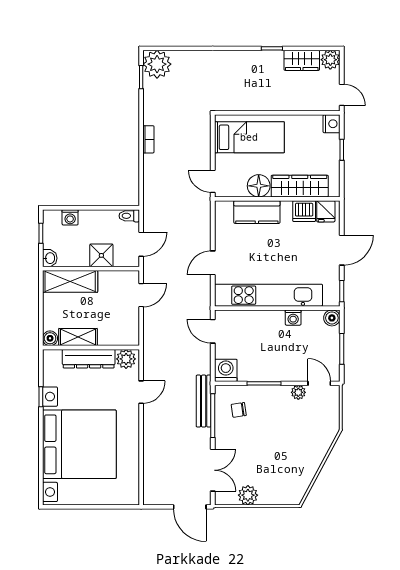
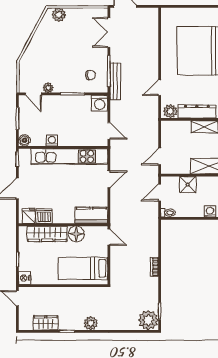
plant: (330, 60) -> (91, 323), moved
kitchen counter: (257, 212) -> (91, 215), moved
plant: (248, 495) -> (59, 15), moved

